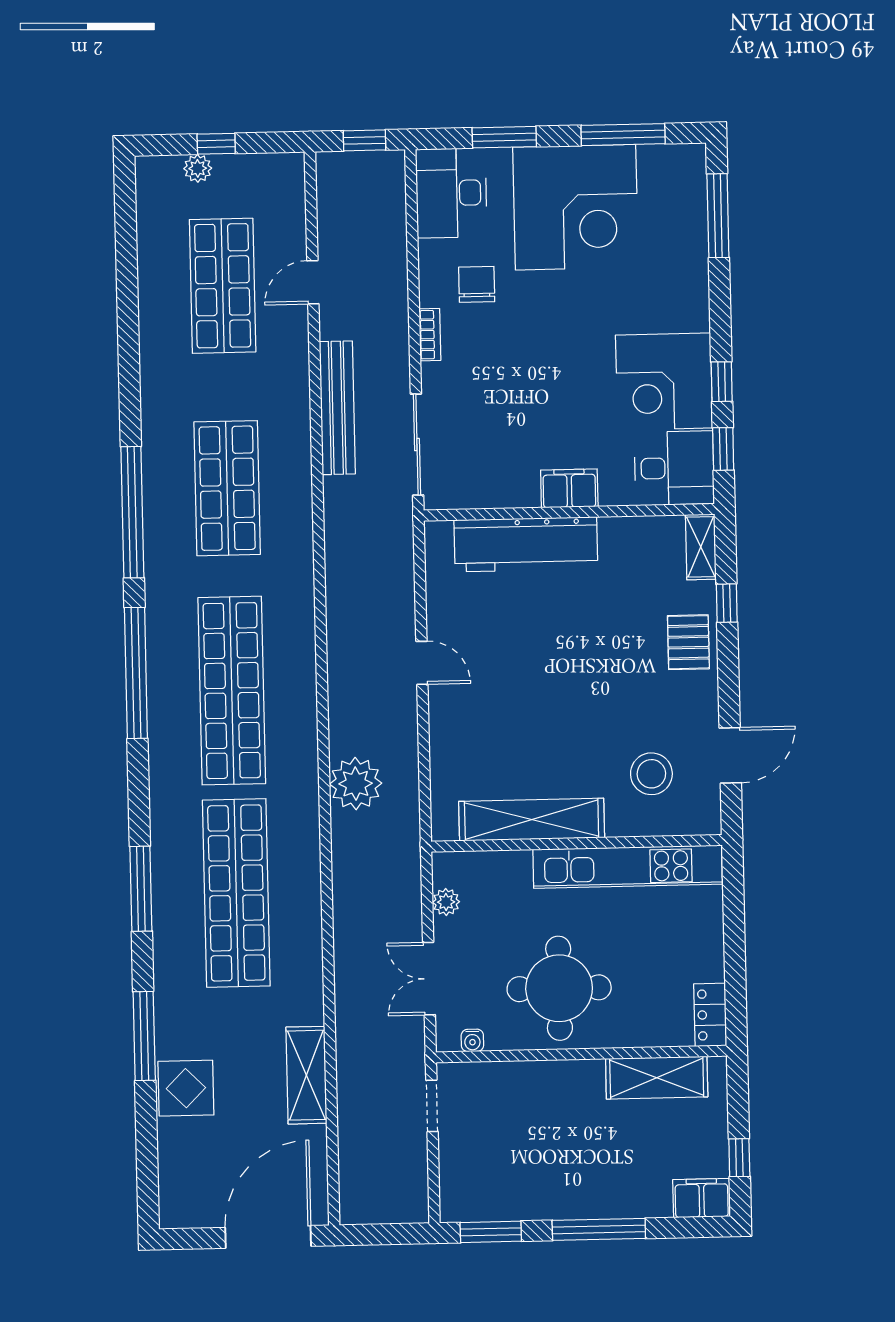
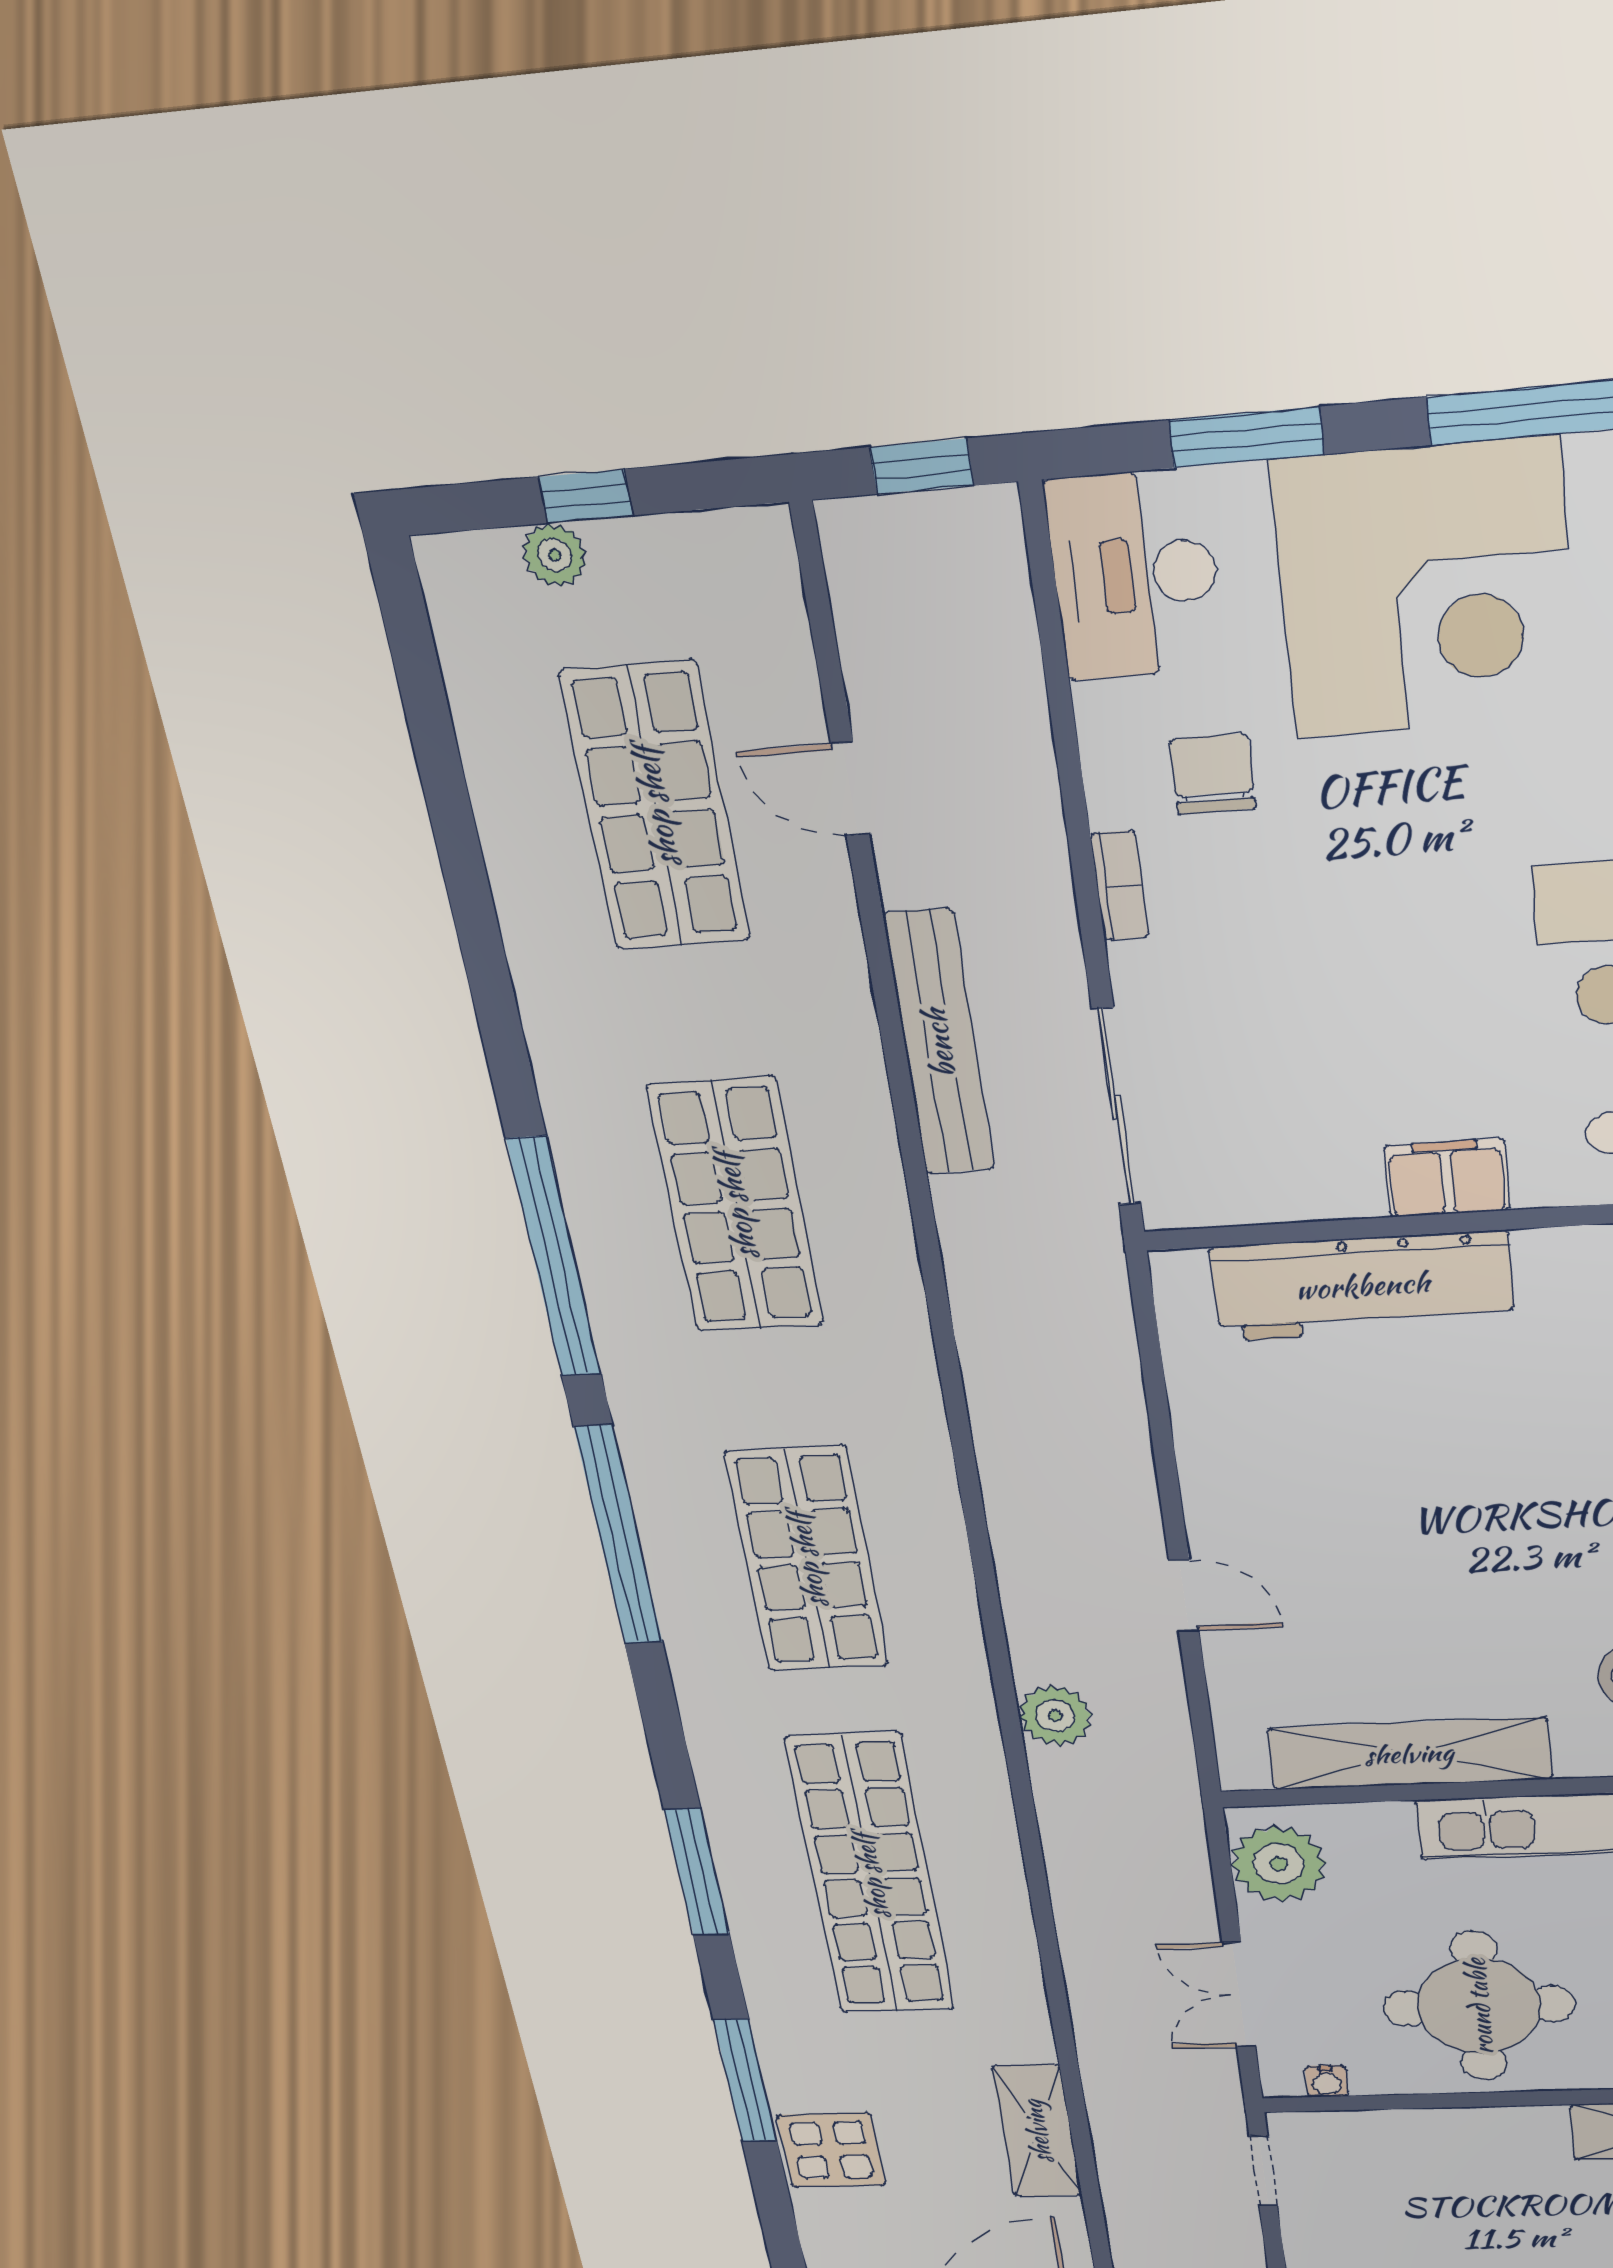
door: (313, 282) -> (850, 789), hinge flipped
door: (422, 663) -> (1184, 1596), moved
shop shelf: (232, 691) -> (807, 1560), width x0.71
plant: (356, 784) -> (1055, 1716), width x0.73, depth x0.73
plant: (446, 902) -> (1278, 1864), width x1.88, depth x1.88

